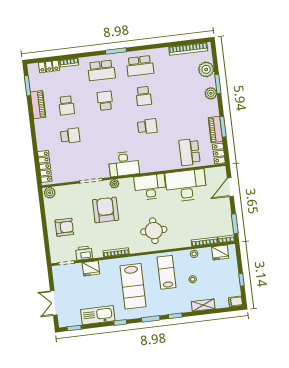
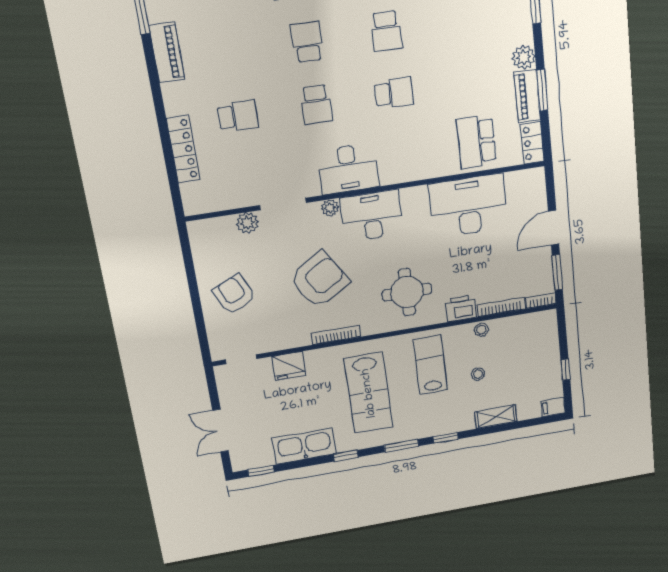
plant: (211, 93) -> (524, 57), moved
school desk: (66, 105) -> (316, 104), moved
locker: (45, 166) -> (183, 149), moved
desk: (150, 187) -> (372, 216), moved
door: (230, 187) -> (554, 228), moved
plant: (50, 193) -> (247, 223), moved
armchair: (106, 210) -> (319, 280), moved, turned 58
armchair: (64, 227) -> (234, 294), turned -114
printer: (84, 253) -> (461, 308), moved
fridge: (220, 253) -> (529, 325), removed

